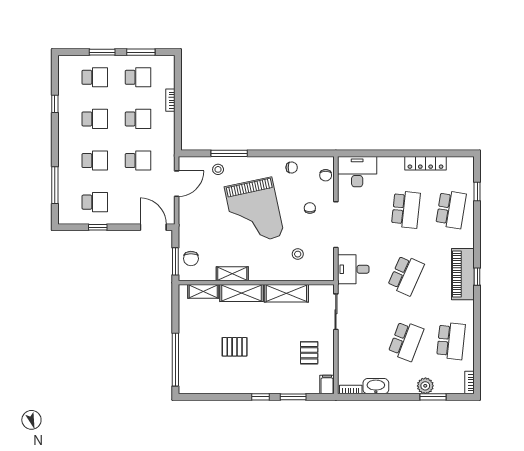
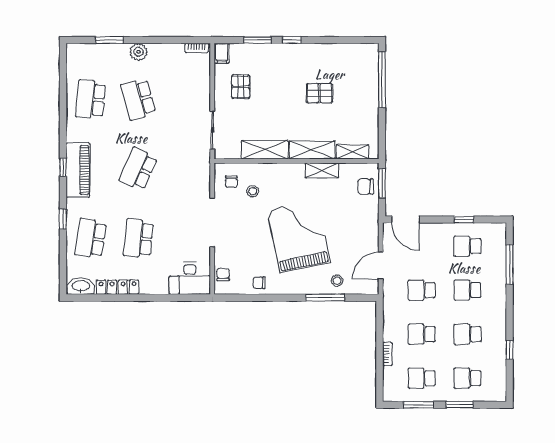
window: (477, 191) -> (63, 219), moved
chair: (310, 208) -> (231, 182), moved
chair: (191, 259) -> (366, 186), turned -90
desk: (353, 269) -> (194, 175), removed
school desk: (406, 341) -> (138, 99), turned -36
bookcase: (469, 383) -> (71, 55), removed
washbasin: (376, 386) -> (81, 286), moved, turned 180
plant: (425, 386) -> (138, 52), moved

